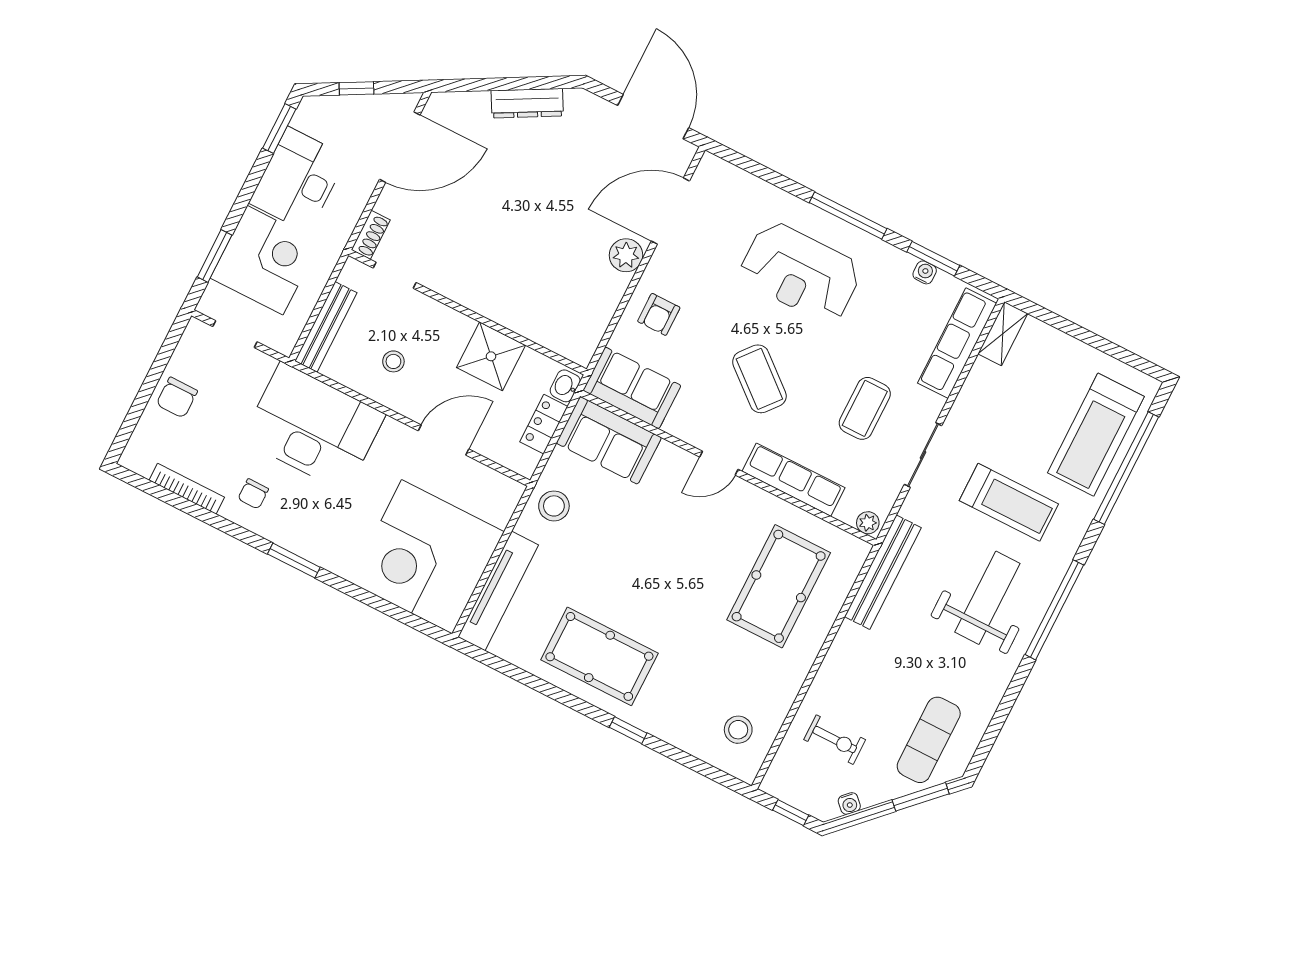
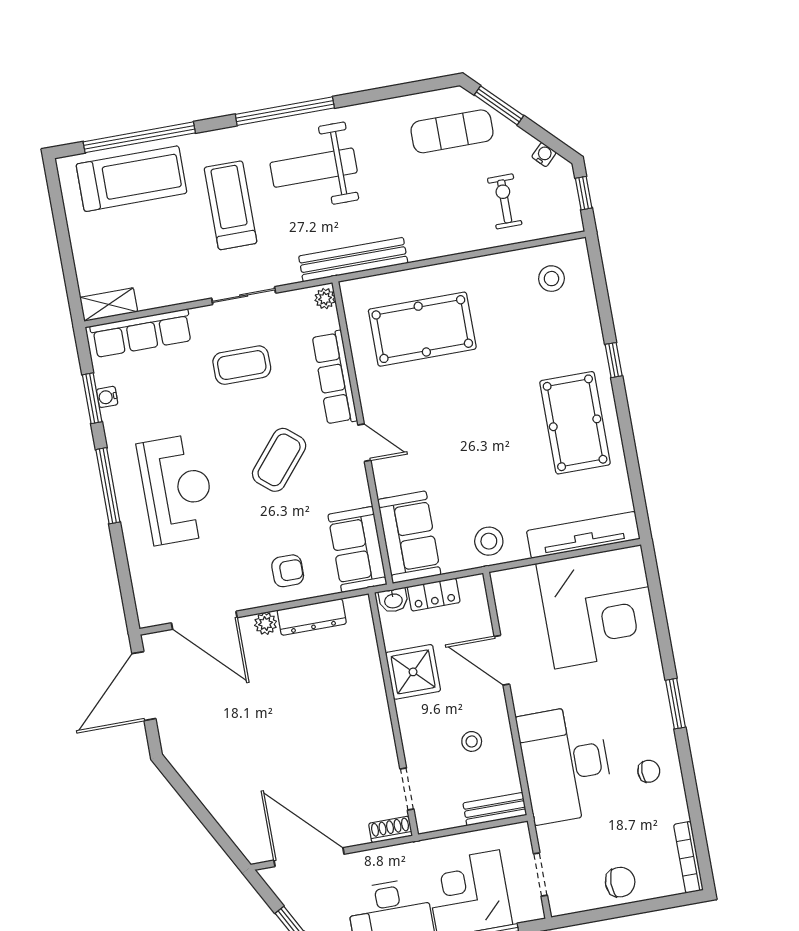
dresser: (527, 103) -> (312, 617), moved, turned 119
plant: (626, 255) -> (266, 623), width x0.73, depth x0.73
bench: (326, 327) -> (495, 809), width x0.73
bookcase: (187, 489) -> (688, 857), moved

